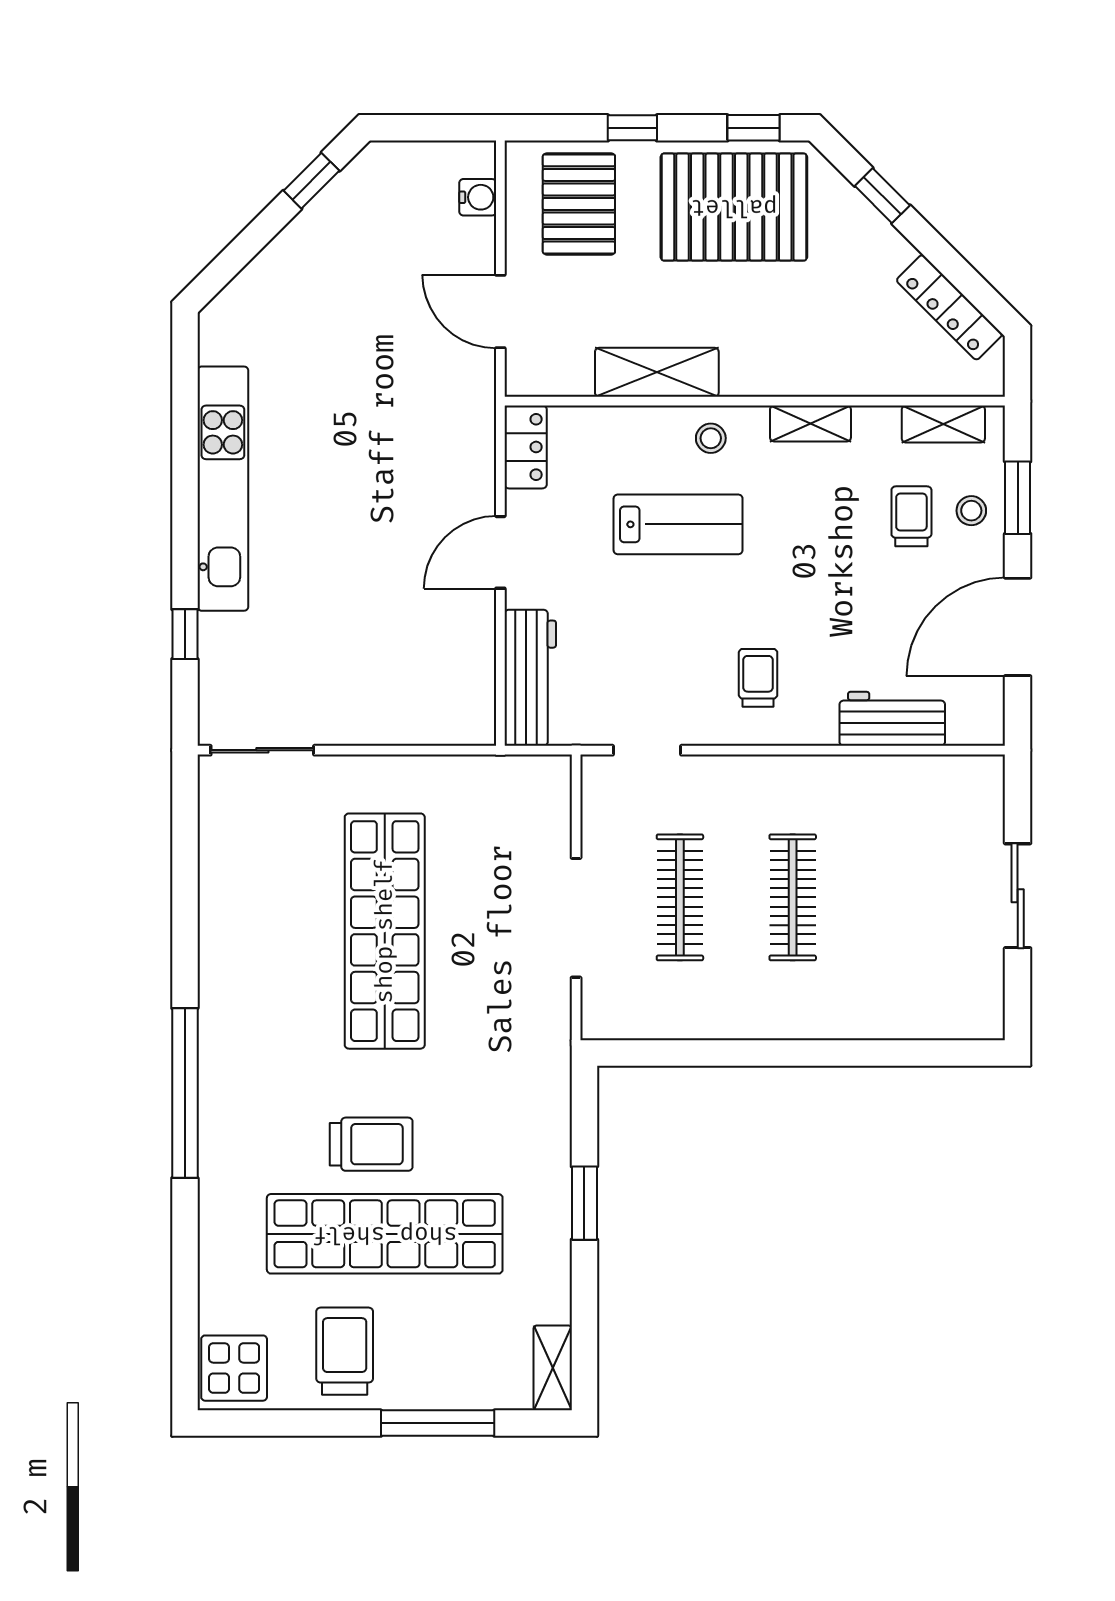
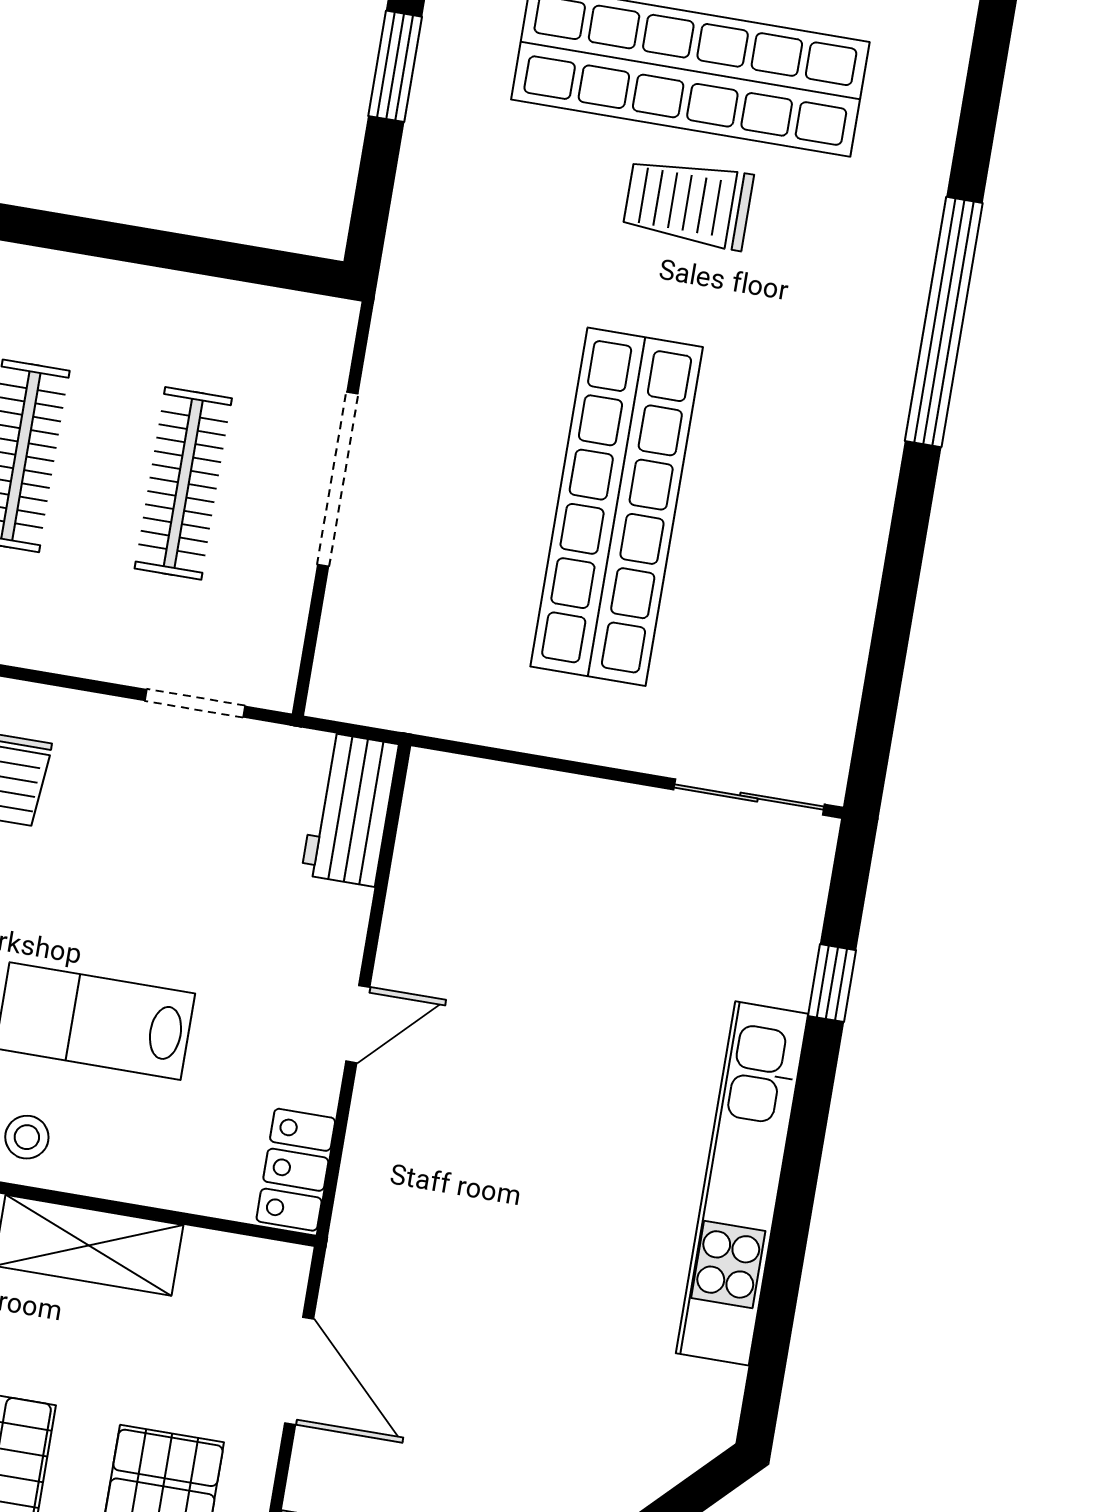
door: (500, 552) -> (358, 1024), width x0.73
workbench: (530, 678) -> (350, 809), width x0.73

